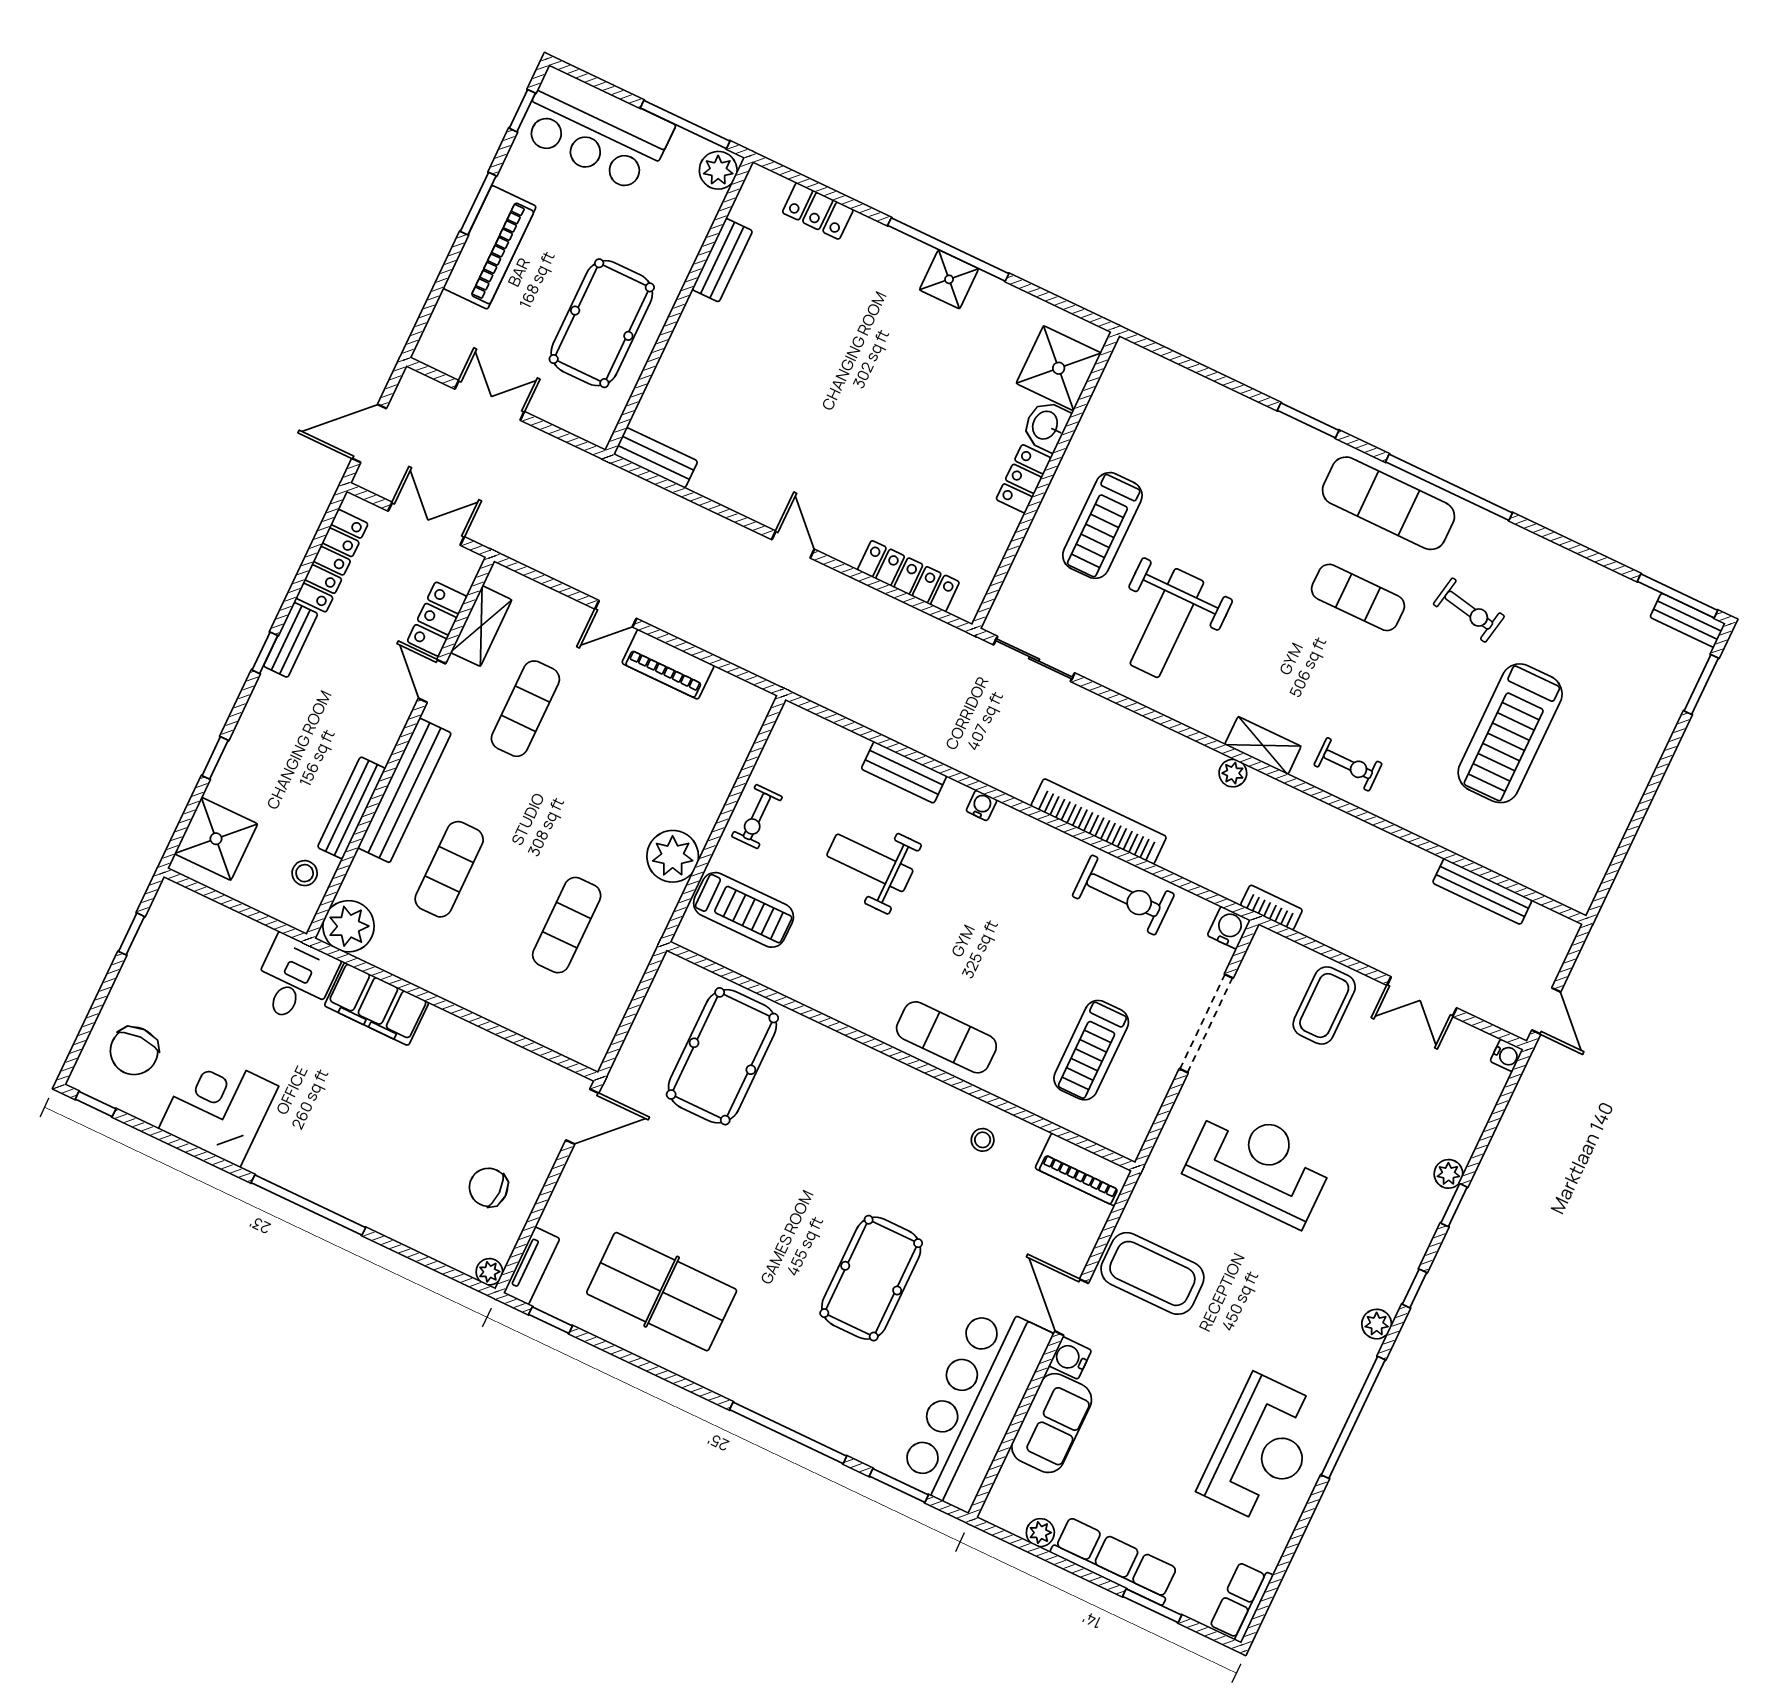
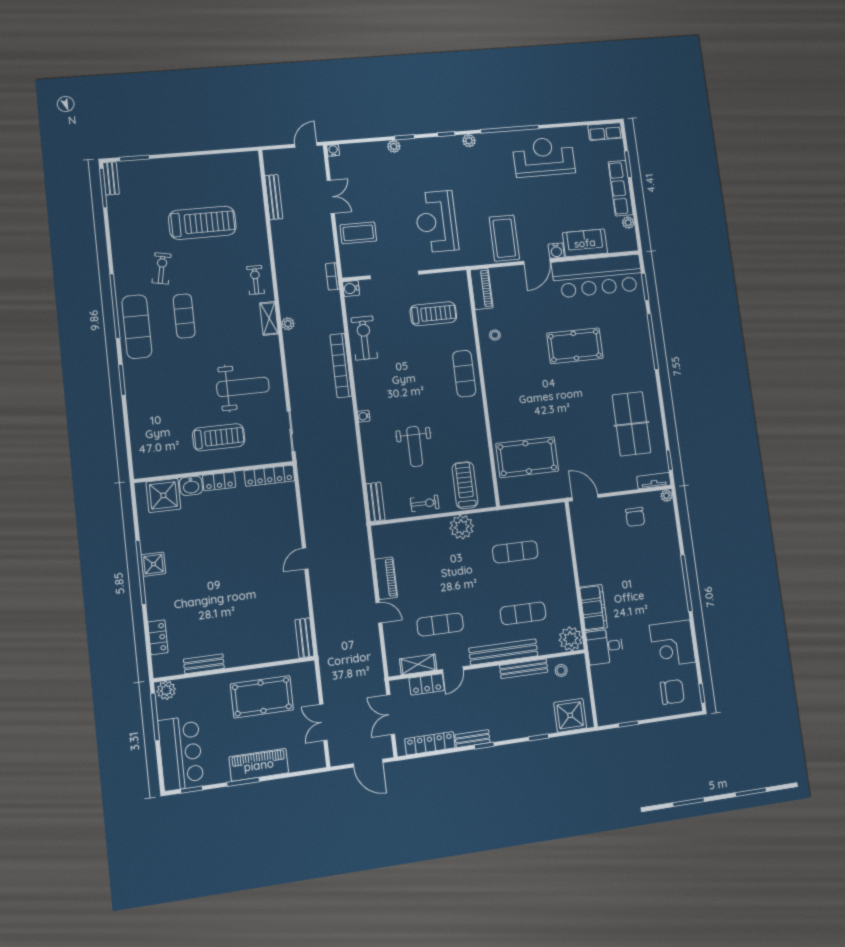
locker: (908, 576) -> (269, 476), moved, turned -90
bench: (904, 772) -> (375, 502), moved

